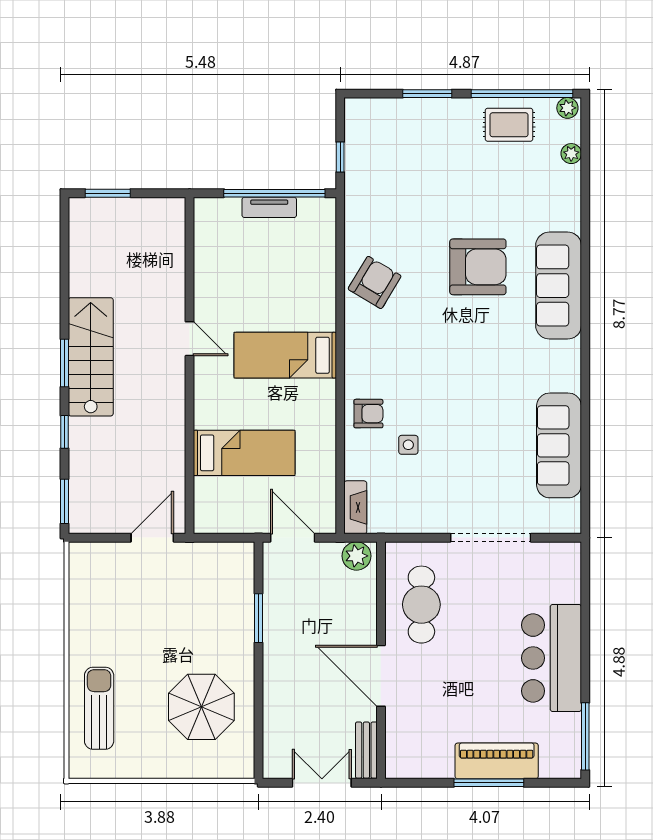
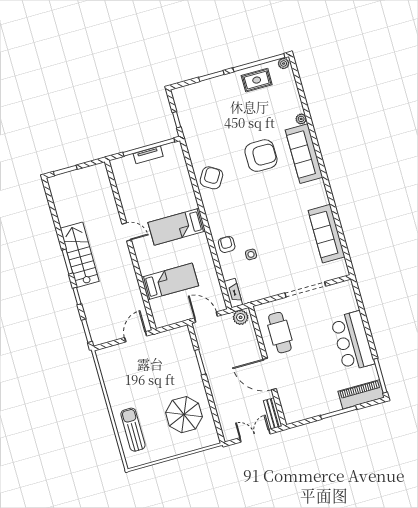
plant: (571, 154) -> (301, 119), moved
armchair: (368, 414) -> (227, 244), turned -90
piano: (497, 761) -> (361, 394), moved

